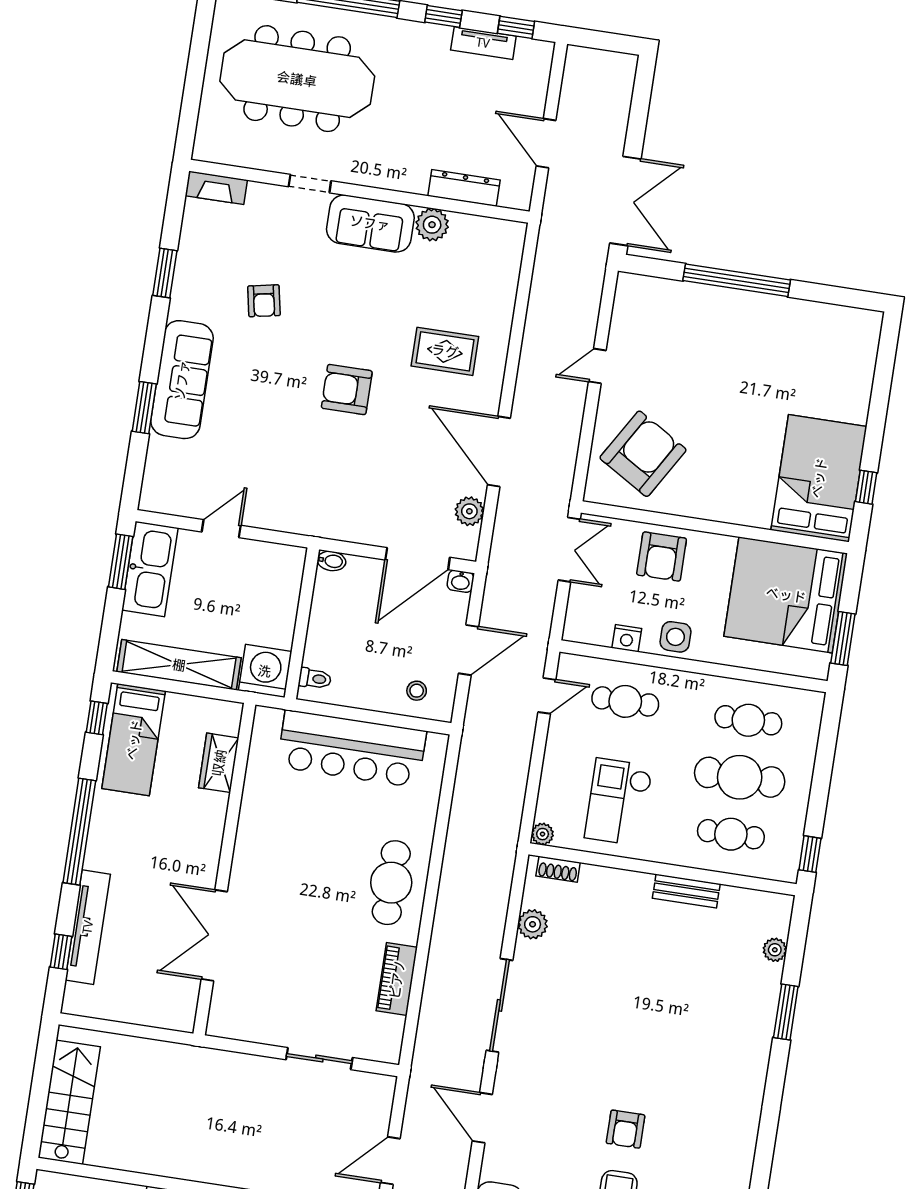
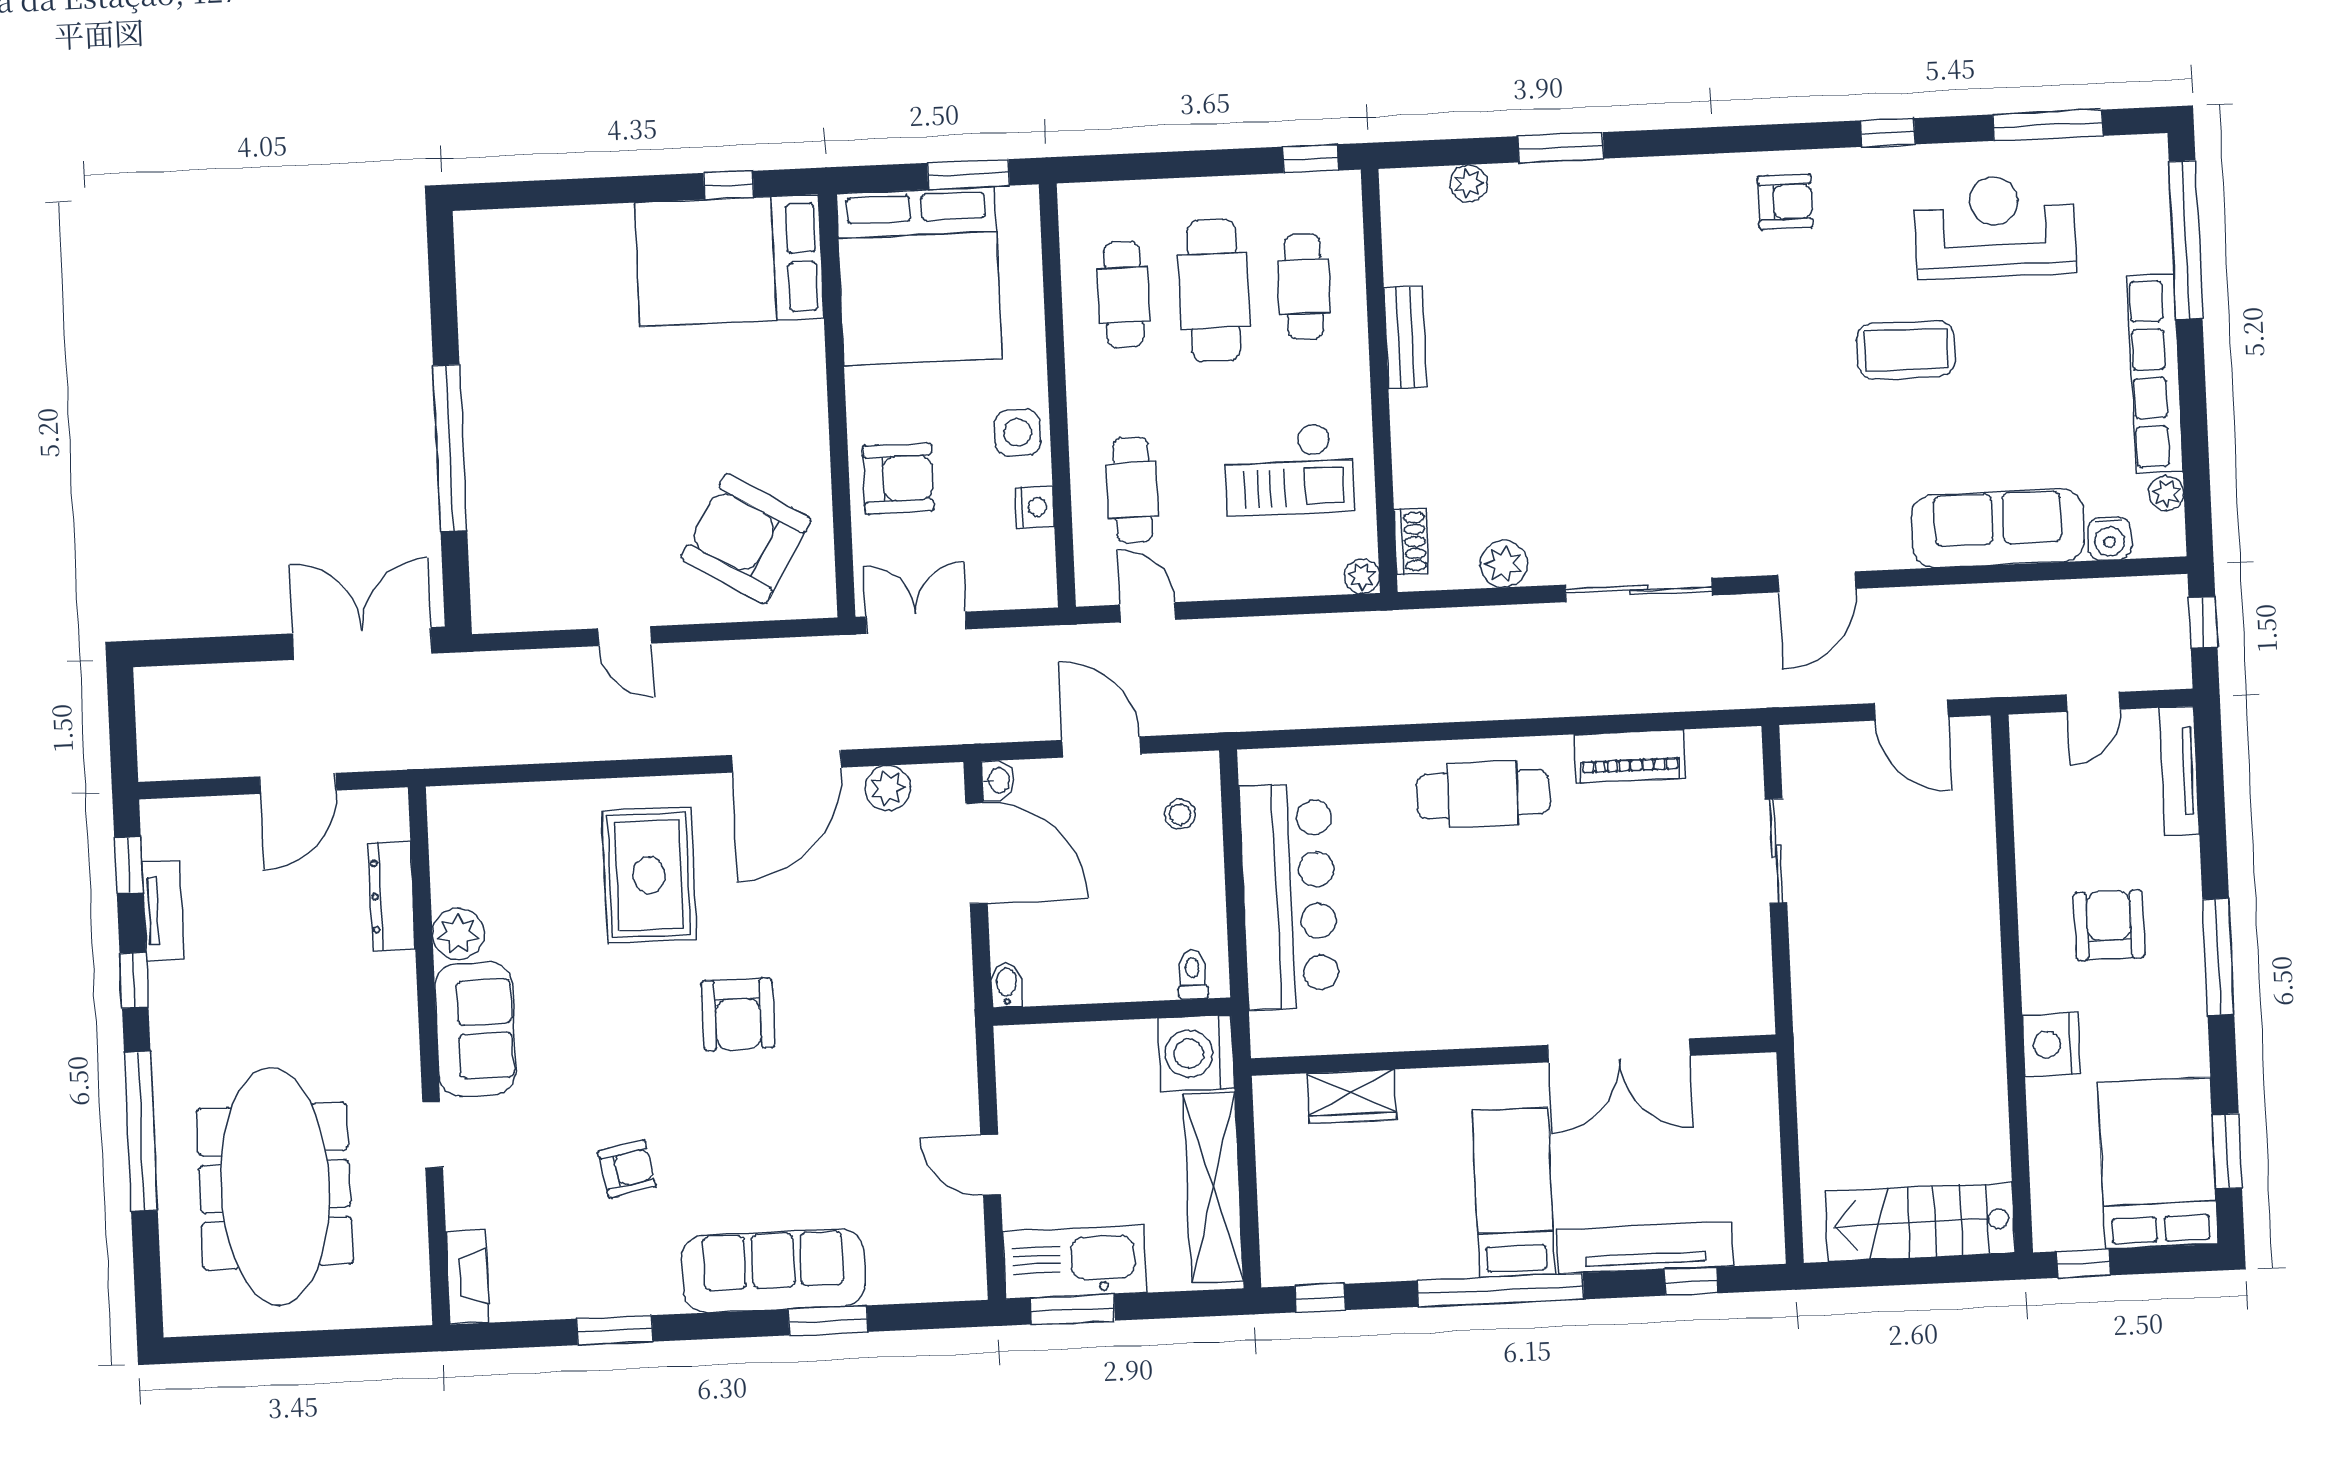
rug: (445, 351) -> (649, 875), width x1.36, depth x1.43
bed: (134, 740) -> (1514, 1193), moved, turned -90
armchair: (626, 1129) -> (1785, 202), moved

